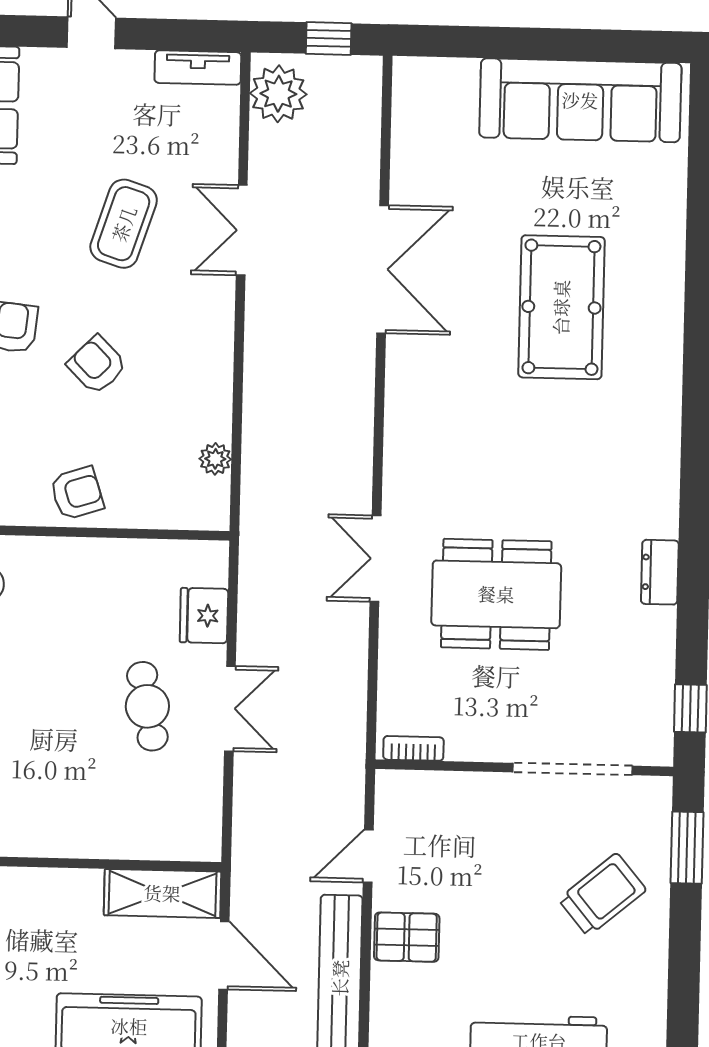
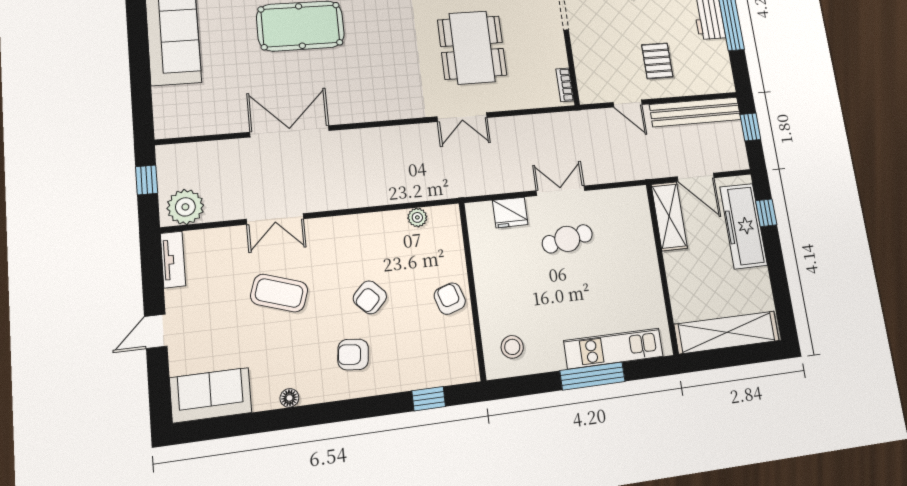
pallet: (407, 937) -> (657, 61), moved
door: (224, 955) -> (696, 177), swing flipped

